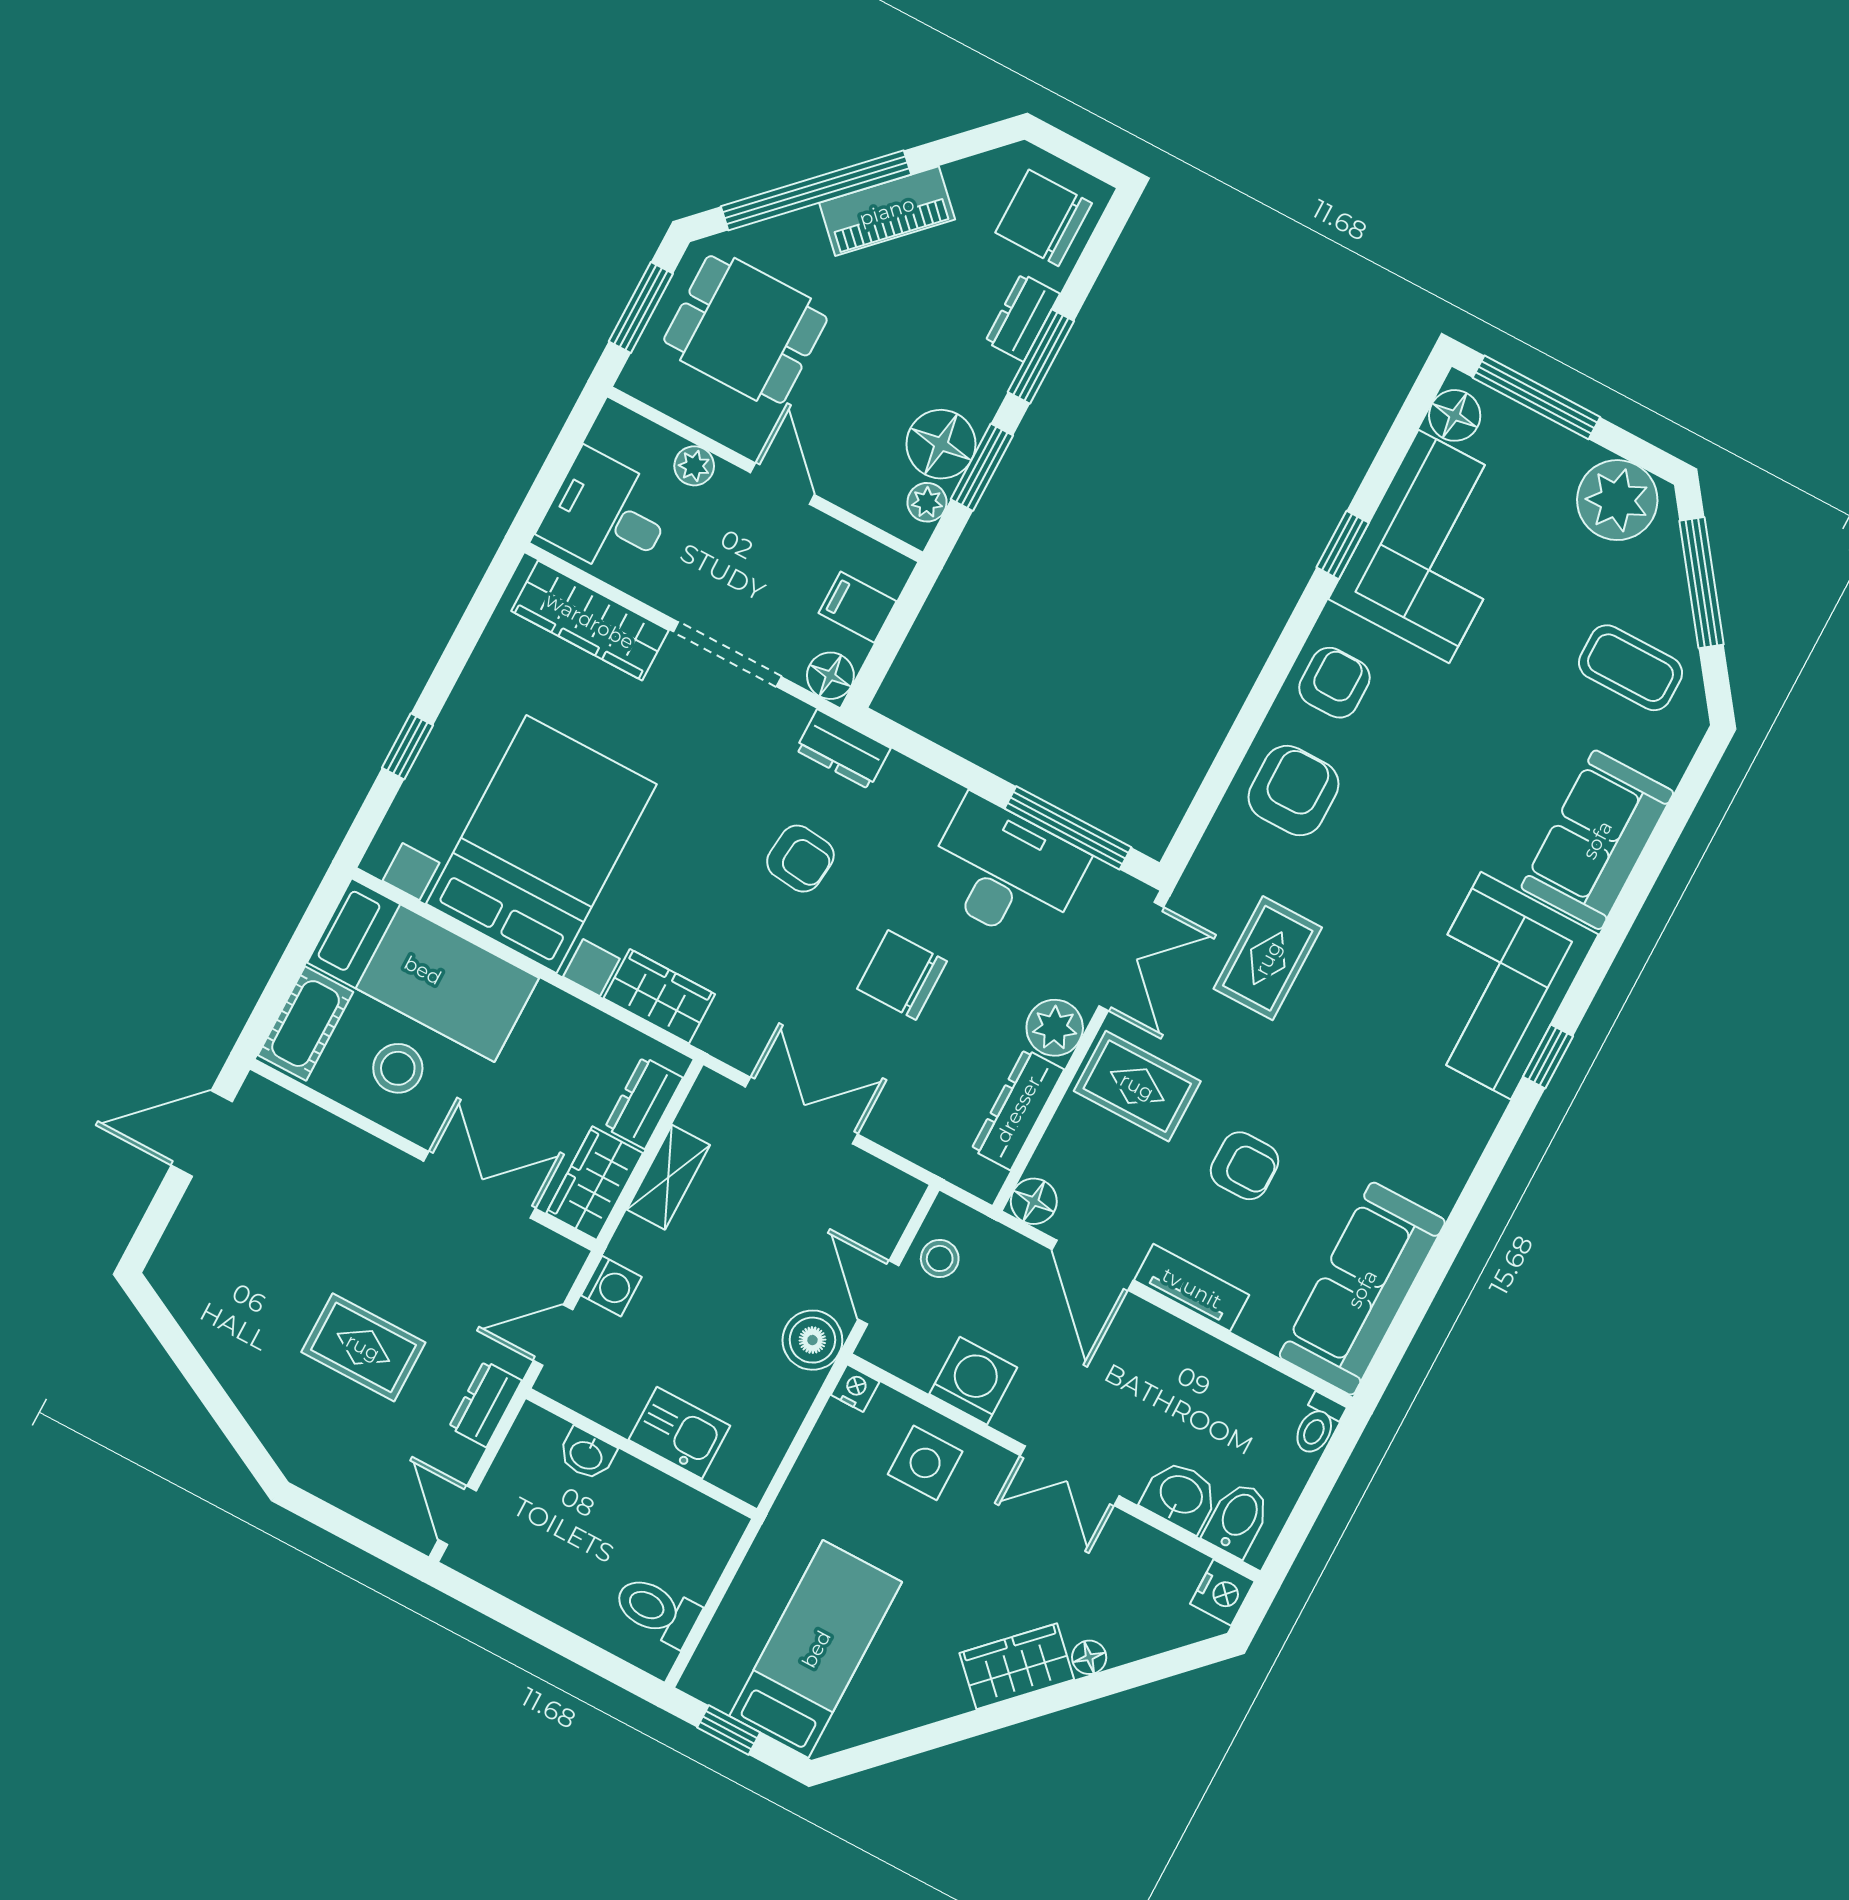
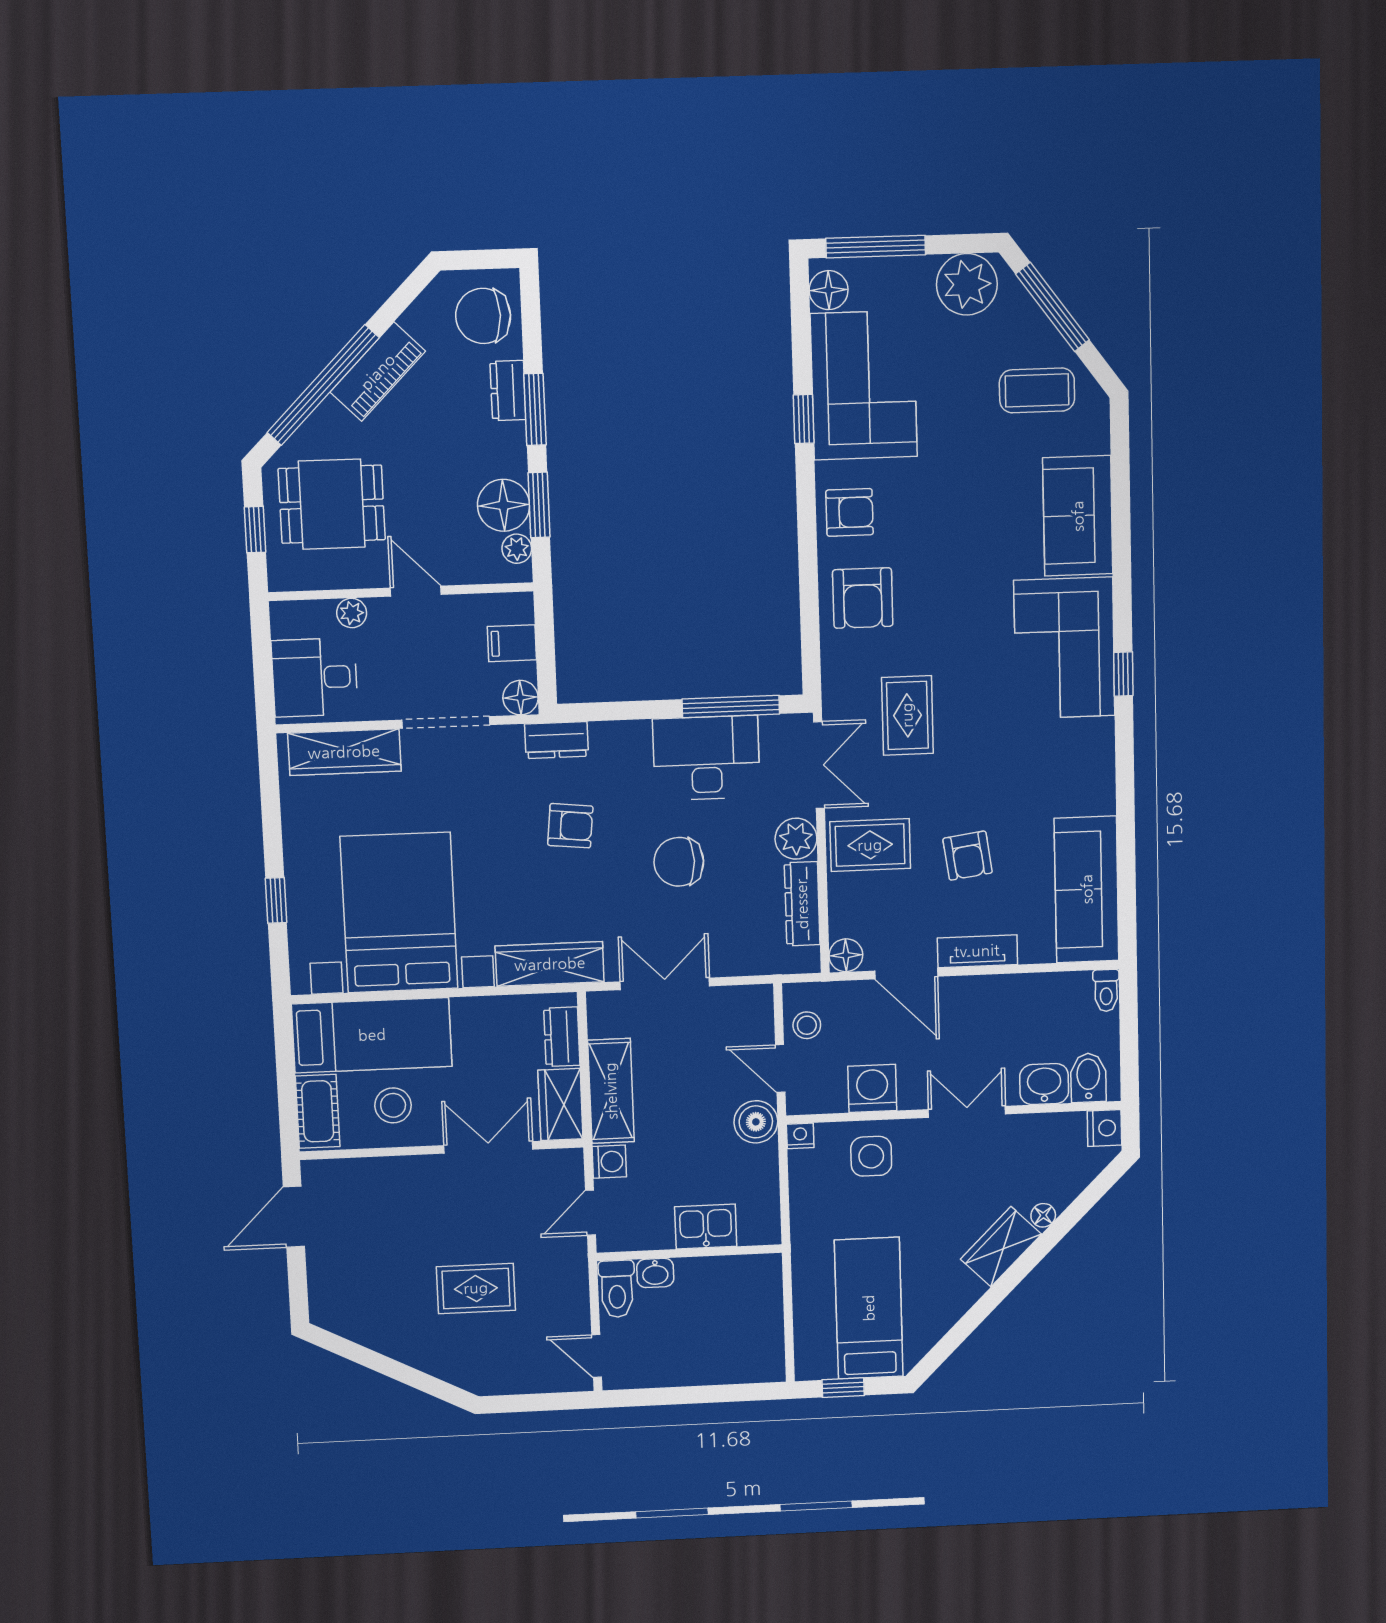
window: (641, 308) -> (255, 530), width x0.67
armchair: (1334, 683) -> (850, 512), turned 90
armchair: (1293, 791) -> (863, 598), turned 180
wardrobe: (659, 996) -> (550, 964), width x1.50
armchair: (1245, 1166) -> (968, 856), turned 82
shelving: (668, 1177) -> (611, 1091), width x1.50, depth x1.33
dresser: (485, 1404) -> (573, 1279), removed
double door: (1070, 1476) -> (967, 1112), swing flipped
toilet: (657, 1610) -> (617, 1289), moved, turned -90

